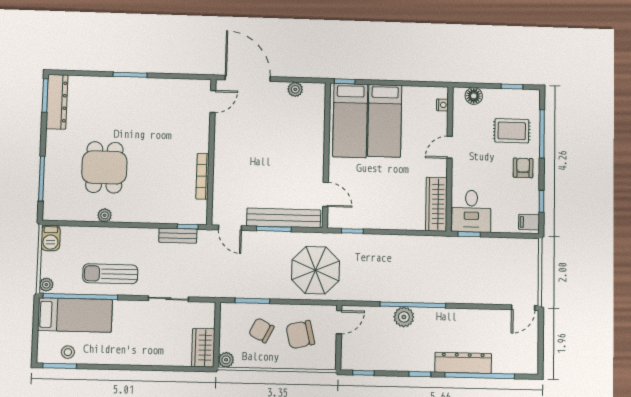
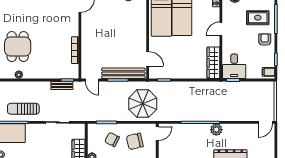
plant: (404, 317) -> (216, 130), moved

